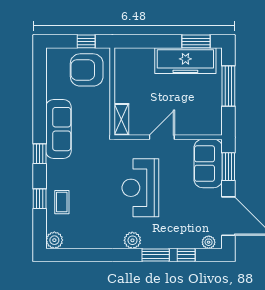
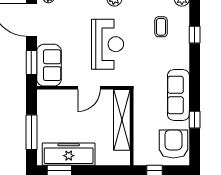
armchair: (87, 70) -> (173, 144), moved, turned -90
shelving: (121, 119) -> (122, 120), width x2.20, depth x1.33
window: (40, 154) -> (195, 120), moved
coffee table: (62, 202) -> (161, 27), moved

